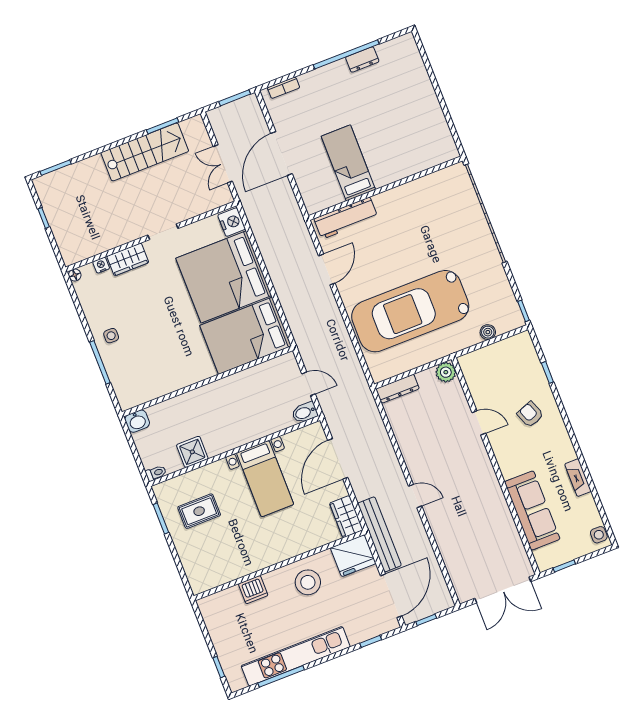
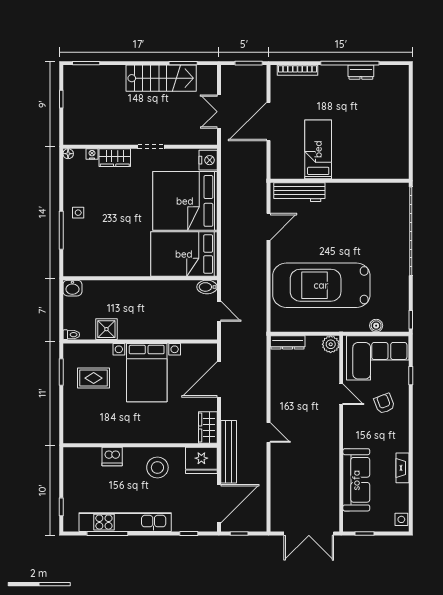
bookcase: (284, 88) -> (297, 70), width x1.56
corner sofa: (504, 367) -> (378, 358), added
bidet: (305, 412) -> (207, 287), moved
bed with nightstands: (265, 479) -> (147, 373), width x1.36

